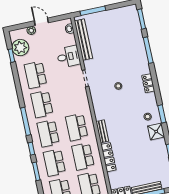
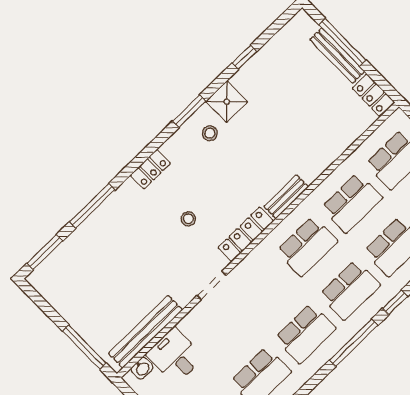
desk: (68, 57) -> (175, 356), moved
locker: (108, 157) -> (246, 234), moved

